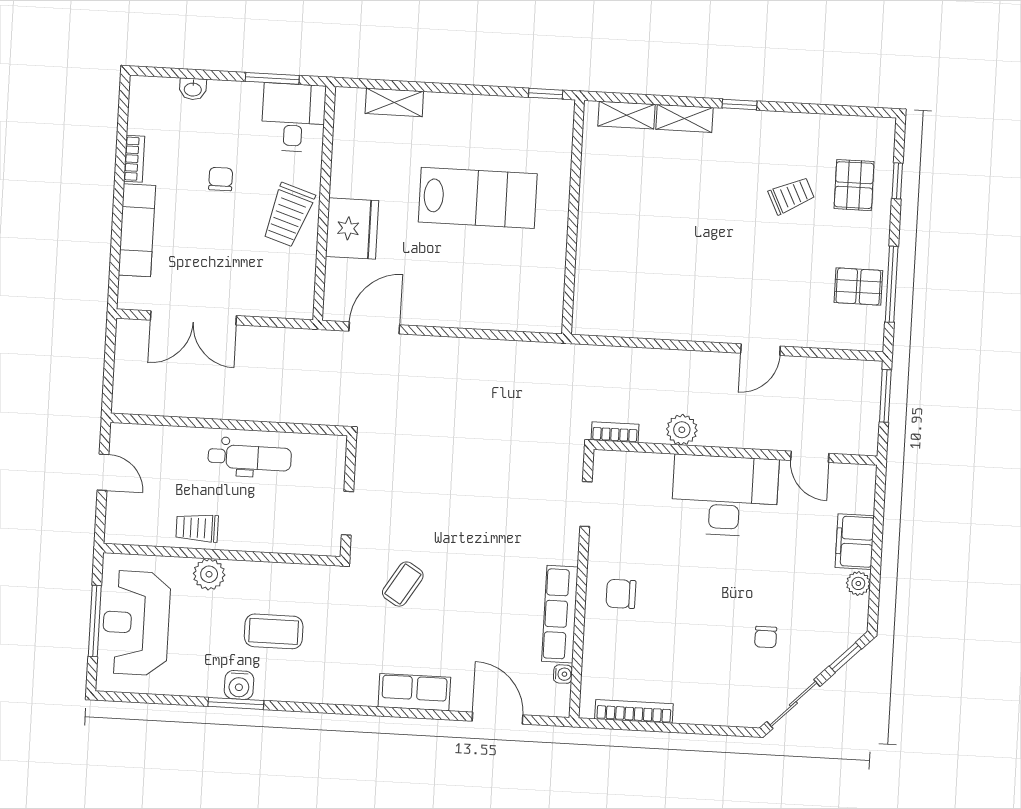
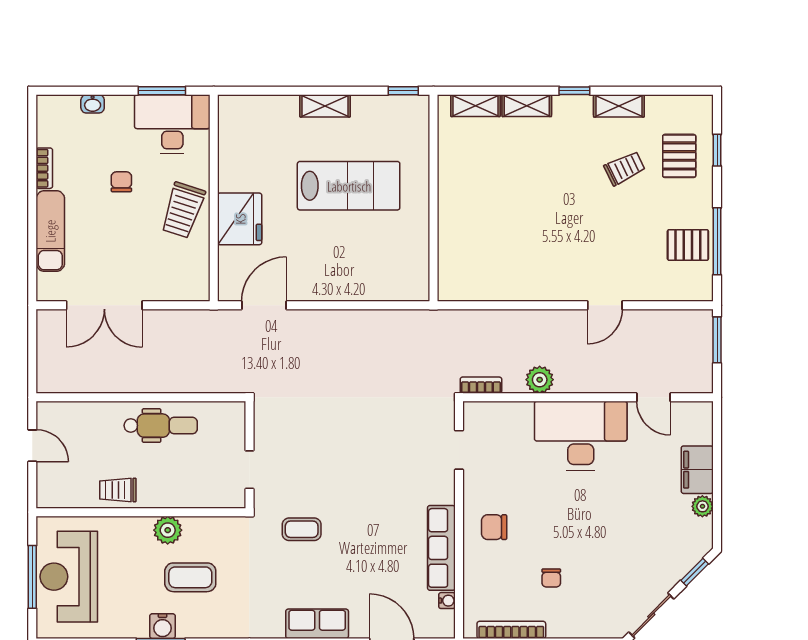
shelving: (394, 102) -> (325, 106), moved
desk: (293, 117) -> (172, 124), width x1.37
shelving: (789, 125) -> (619, 106), added
plant: (209, 574) -> (168, 530), moved
coffee table: (403, 584) -> (302, 529), turned 58
chair: (766, 637) -> (551, 578), moved

